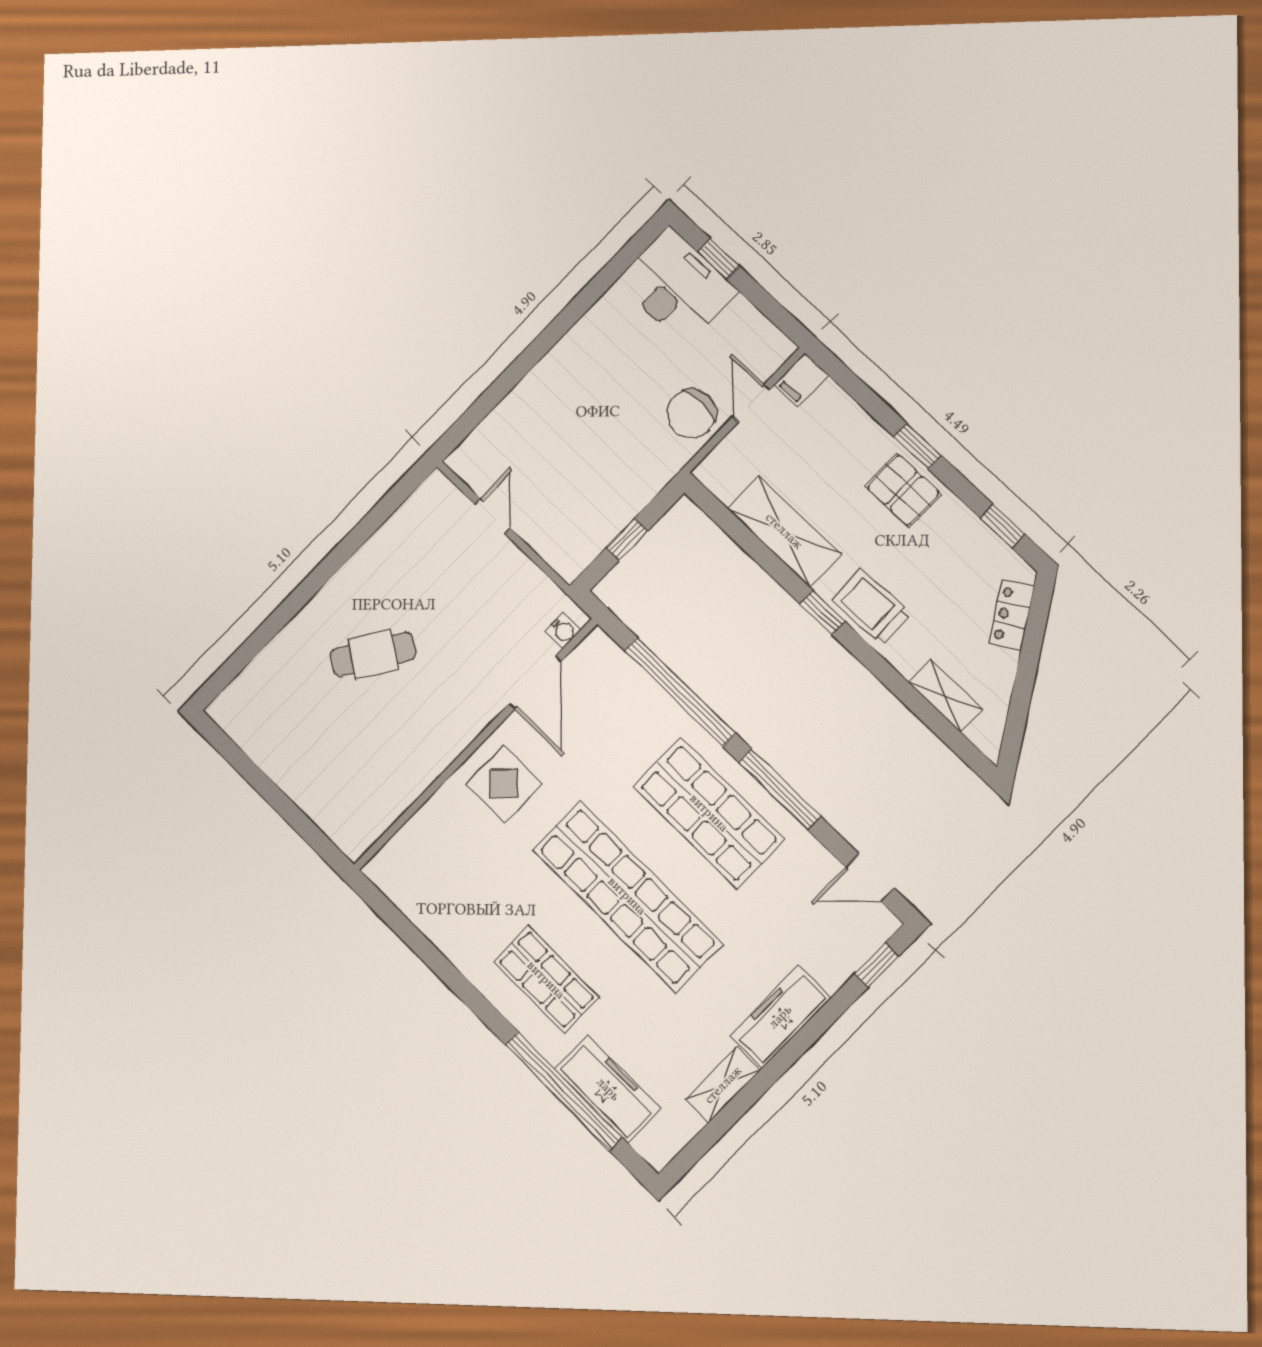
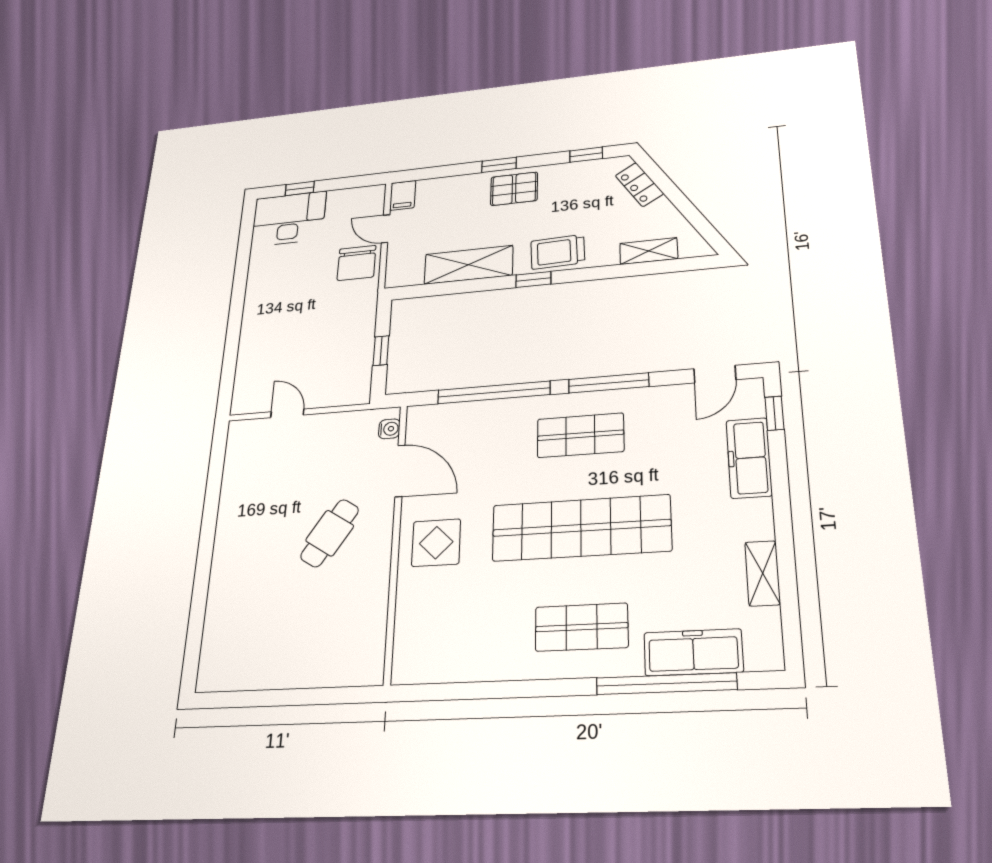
cafe table: (373, 654) -> (330, 533), moved
shop shelf: (709, 813) -> (580, 435), width x0.70, depth x0.74
freezer: (780, 1017) -> (749, 458), moved

